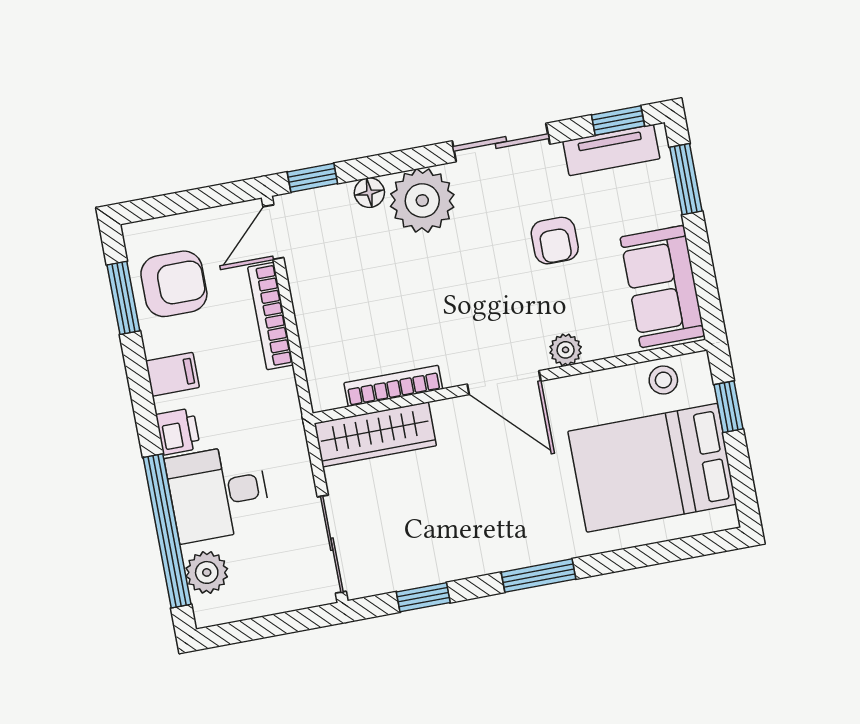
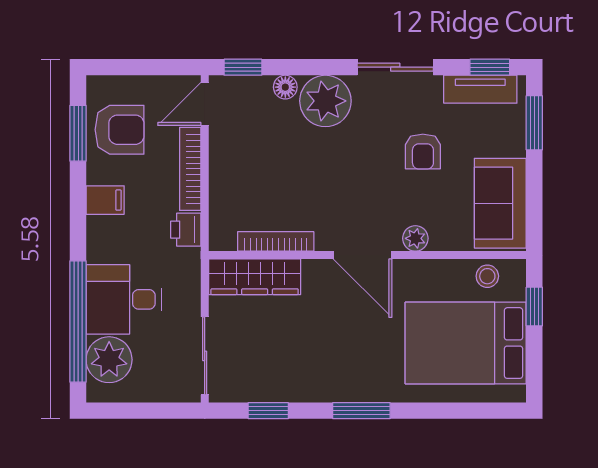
printer: (178, 431) -> (186, 230), moved, turned 180
plant: (207, 572) -> (109, 360), width x1.36, depth x1.36

